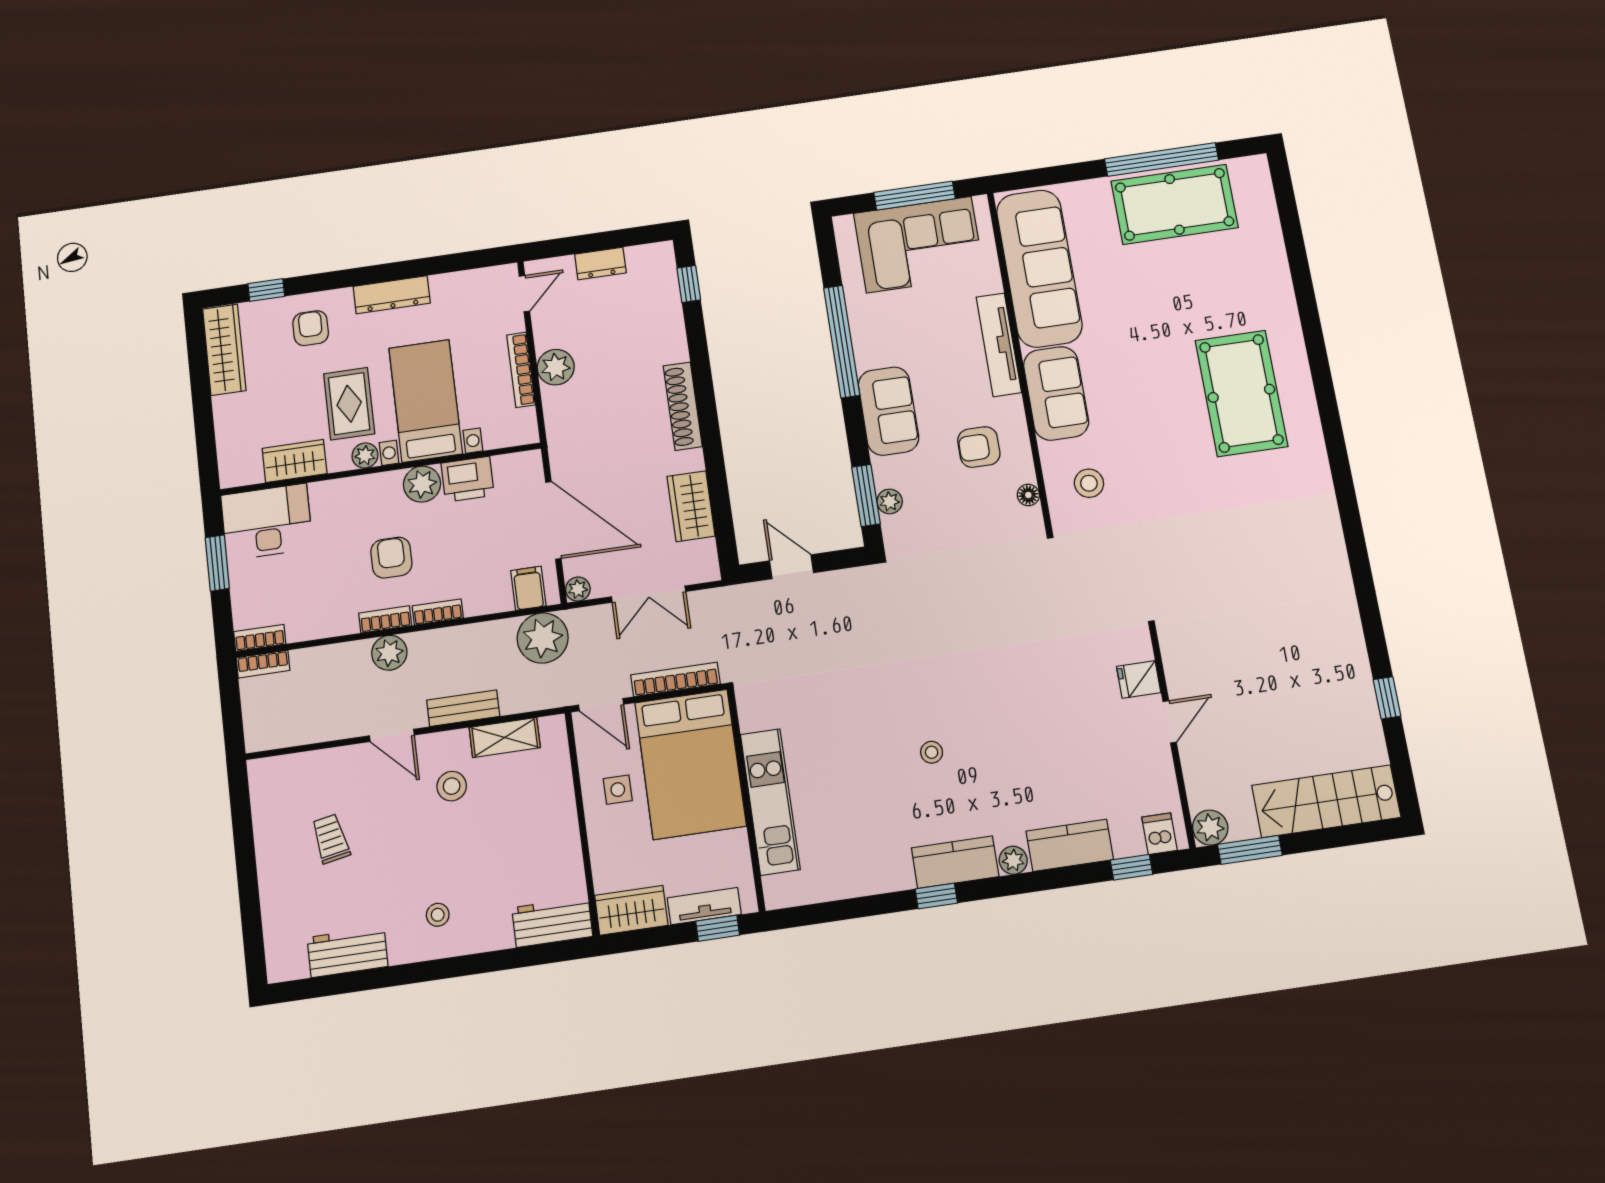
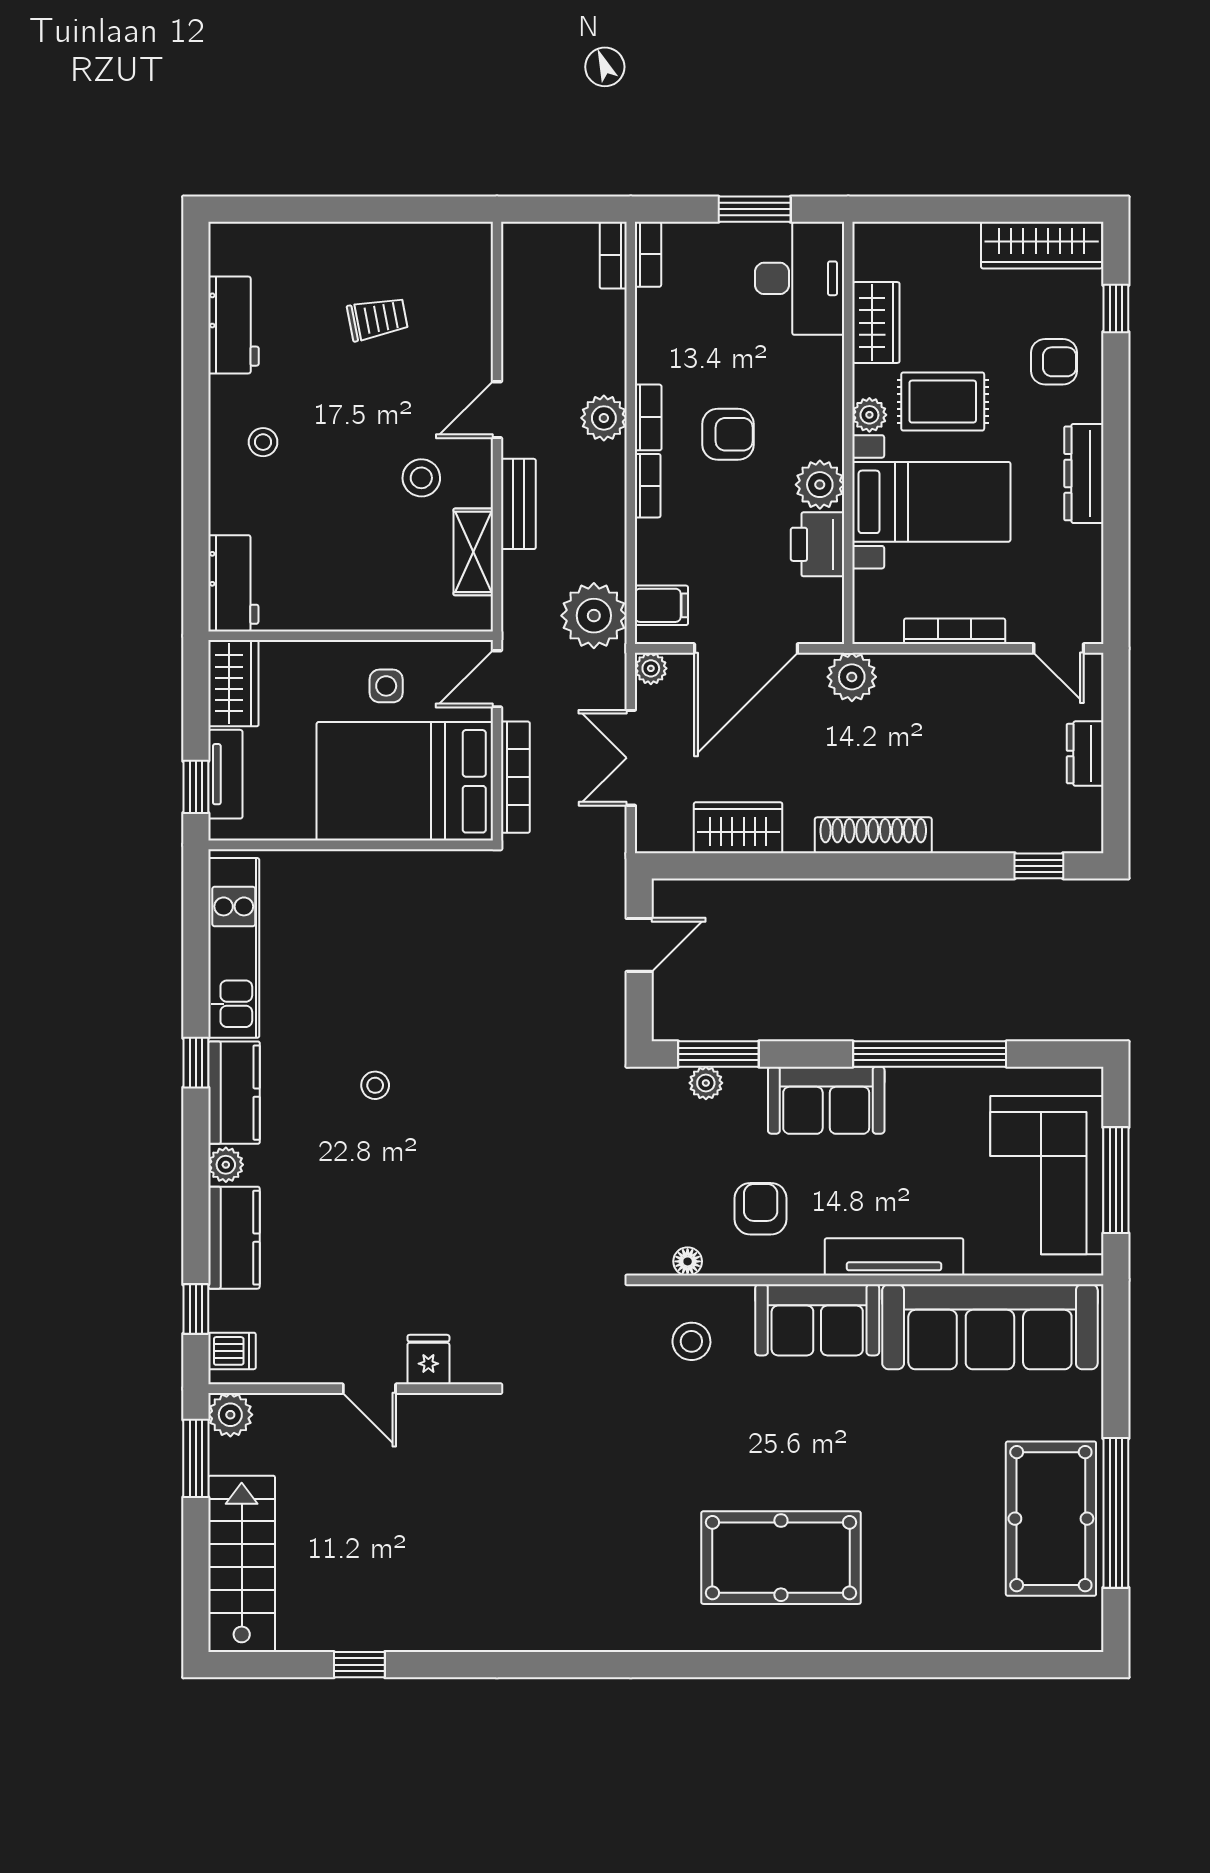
plant: (556, 367) -> (852, 677), moved
kitchen unit: (770, 802) -> (234, 948), moved, turned -90

